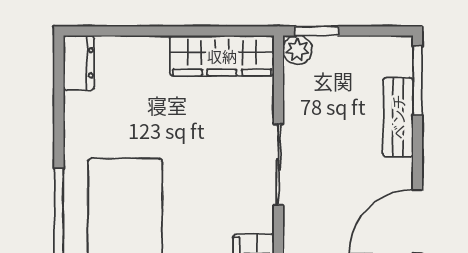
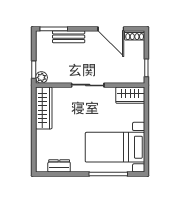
dresser: (79, 63) -> (59, 166), moved

